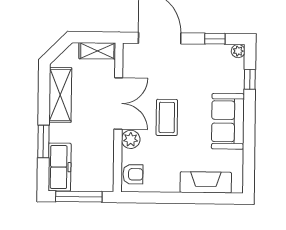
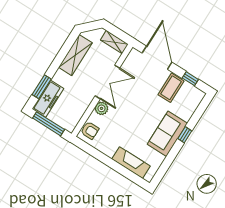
plant: (238, 51) -> (200, 95), removed
window: (250, 79) -> (185, 135), moved
coffee table: (167, 117) -> (171, 88), moved
window: (43, 141) -> (42, 87), moved

